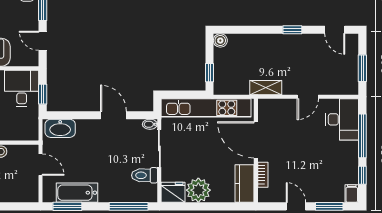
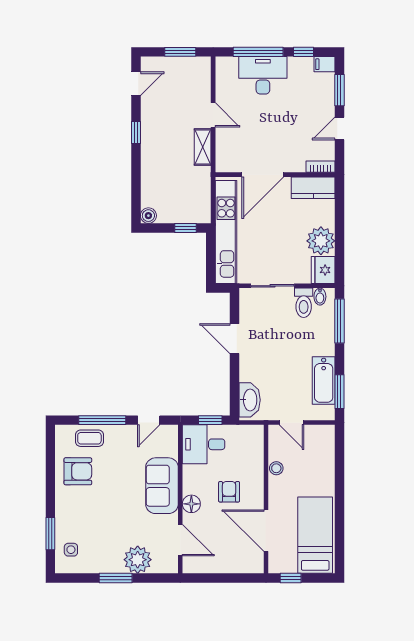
shelving: (266, 88) -> (203, 147), moved
door: (113, 115) -> (234, 339), hinge flipped
desk: (342, 119) -> (263, 75), moved
bidet: (150, 124) -> (320, 297), moved
door: (41, 165) -> (291, 423), swing flipped
bookcase: (263, 175) -> (320, 167), moved

